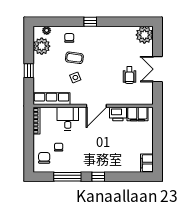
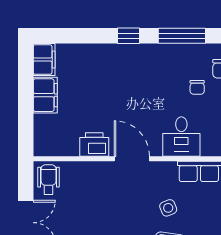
wheelchair: (129, 75) -> (49, 180), moved
door: (96, 106) -> (132, 159), hinge flipped
filing cabinet: (137, 114) -> (45, 95), moved, turned 90

